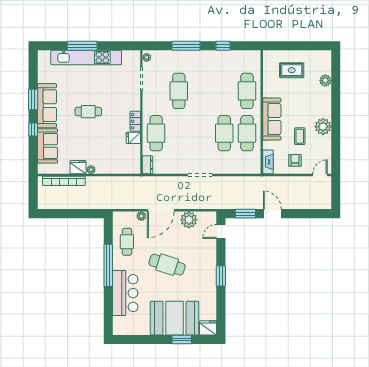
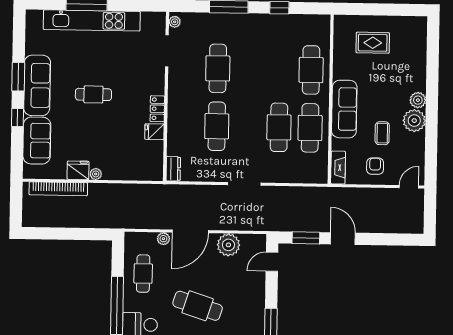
plant: (325, 81) -> (418, 100), moved
cafe table: (156, 133) -> (217, 126), moved

